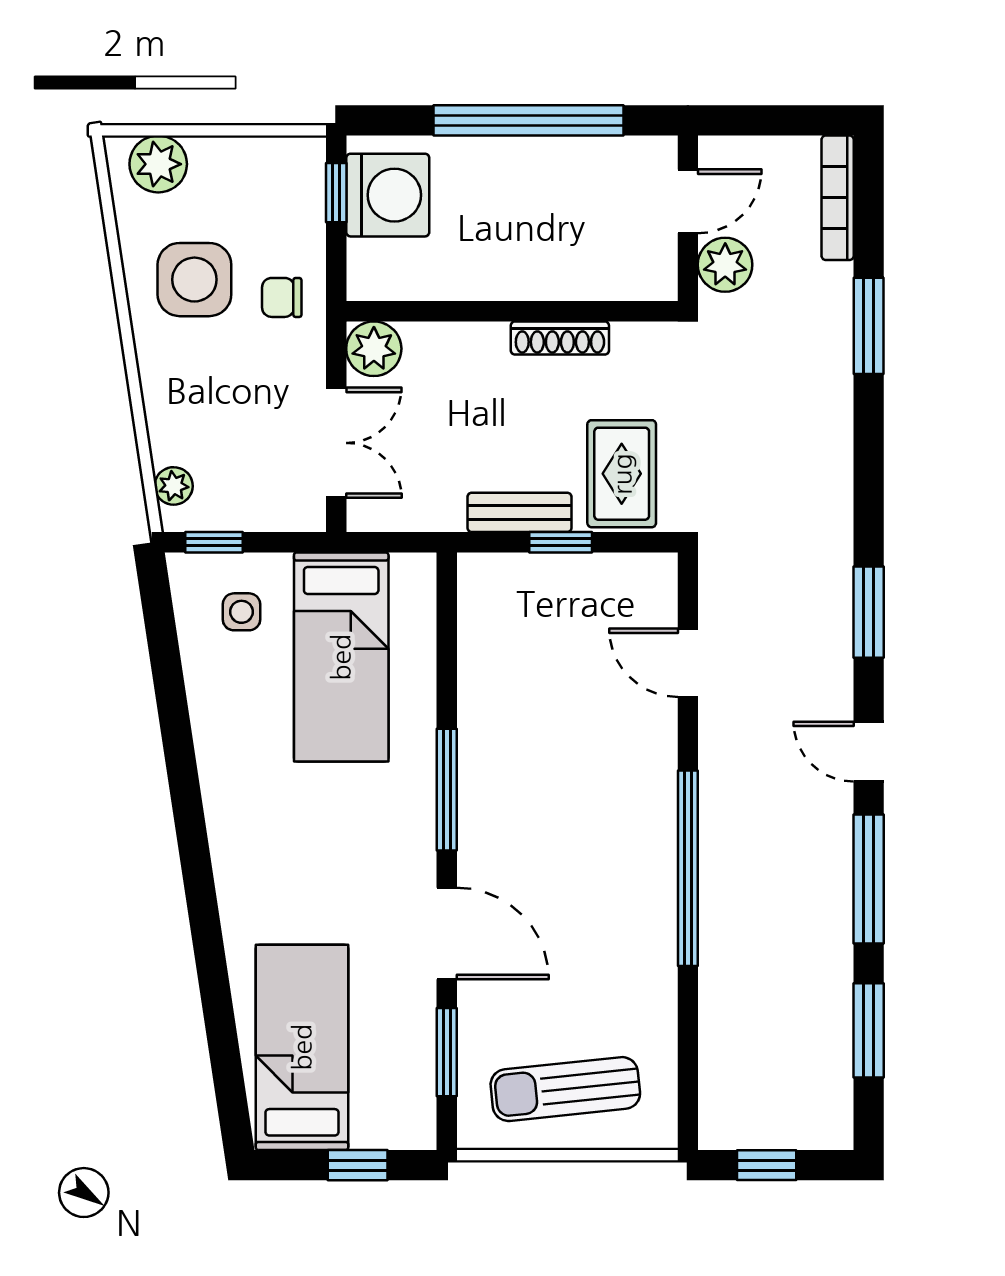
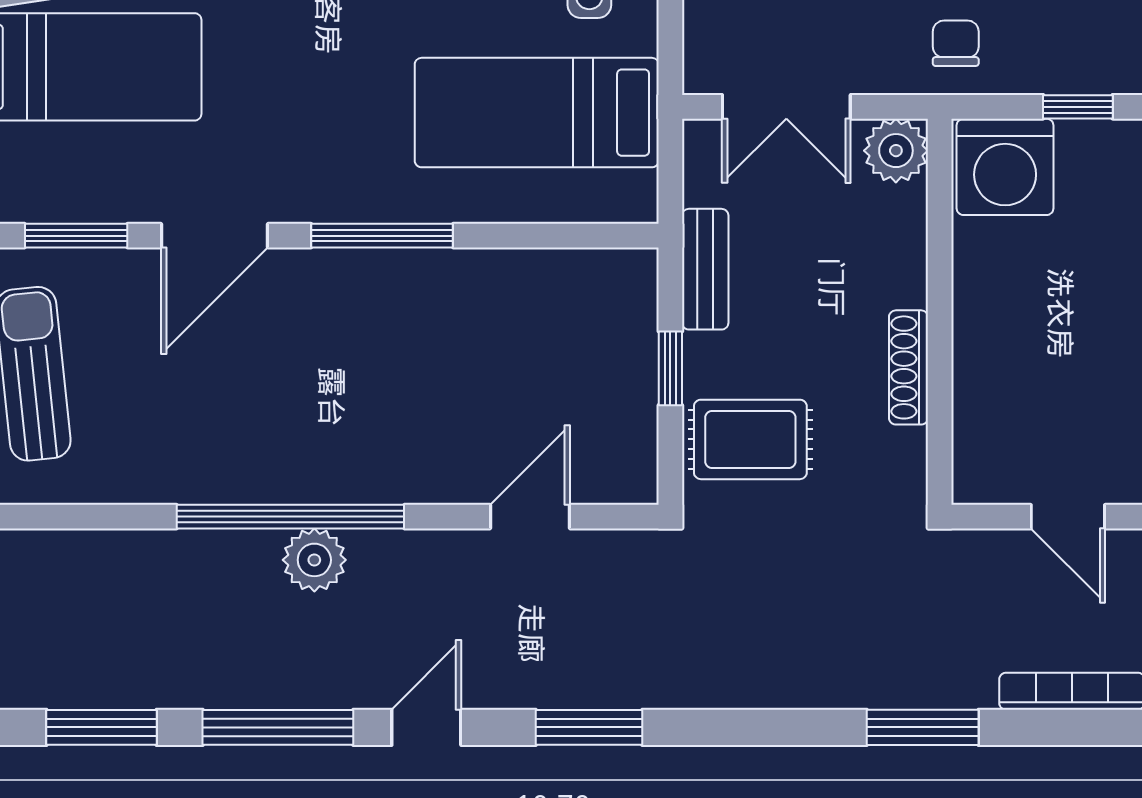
washing machine: (388, 195) -> (1005, 167), moved
plant: (725, 265) -> (314, 560), moved
bench: (519, 512) -> (705, 269), moved

